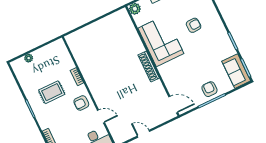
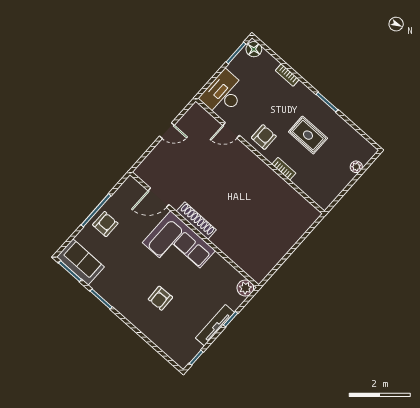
corner sofa: (161, 41) -> (179, 247), moved
armchair: (209, 89) -> (105, 224), turned -90
rug: (52, 92) -> (308, 135), turned 90
door: (173, 105) -> (158, 198), moved

